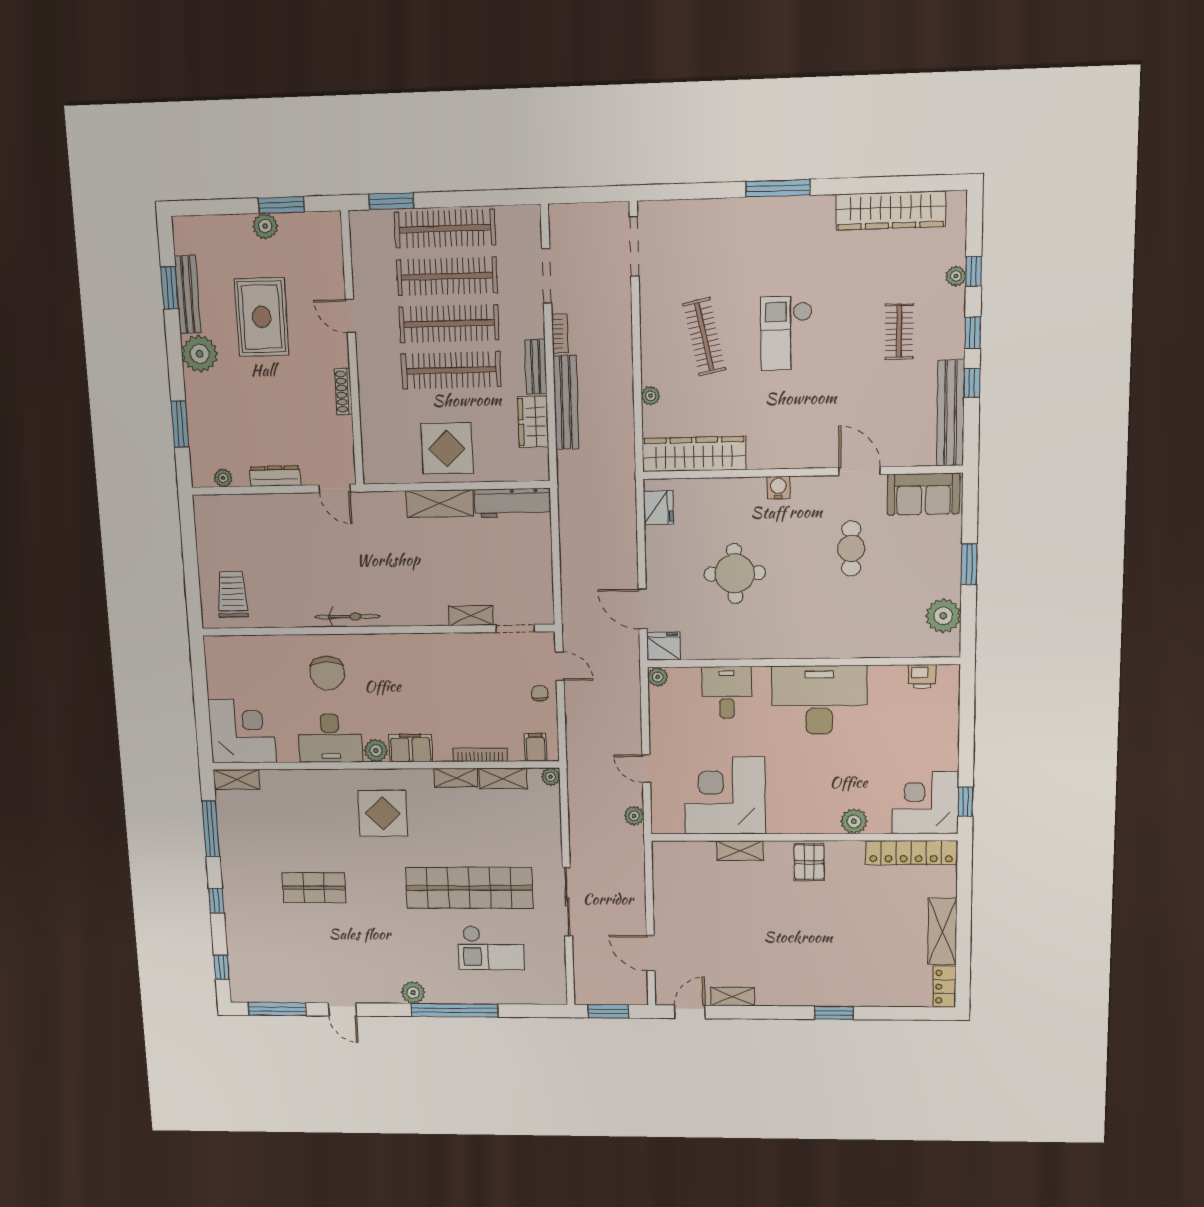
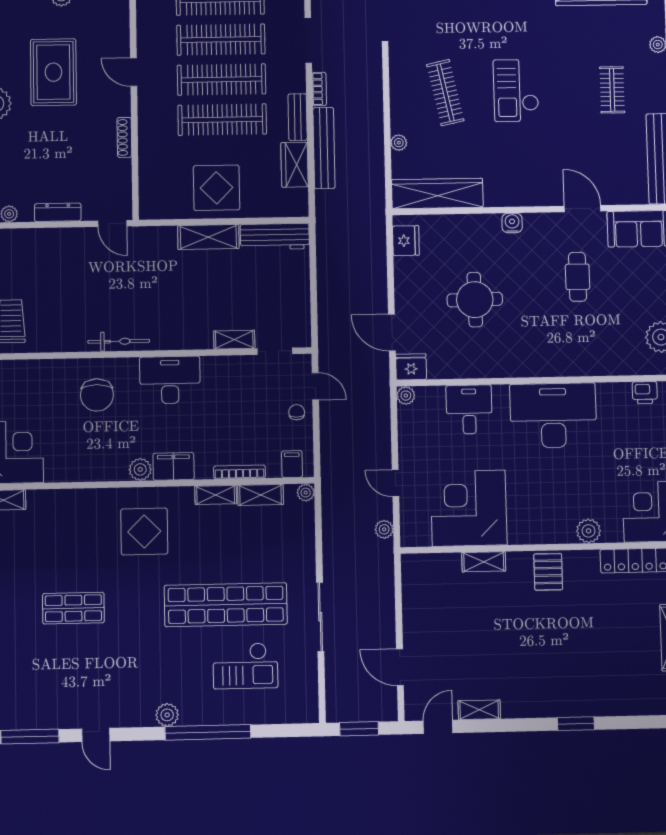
desk: (330, 738) -> (170, 380), moved, turned 180

